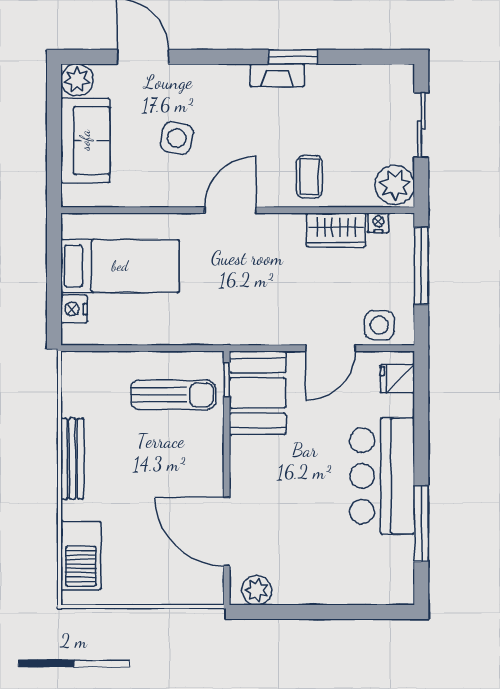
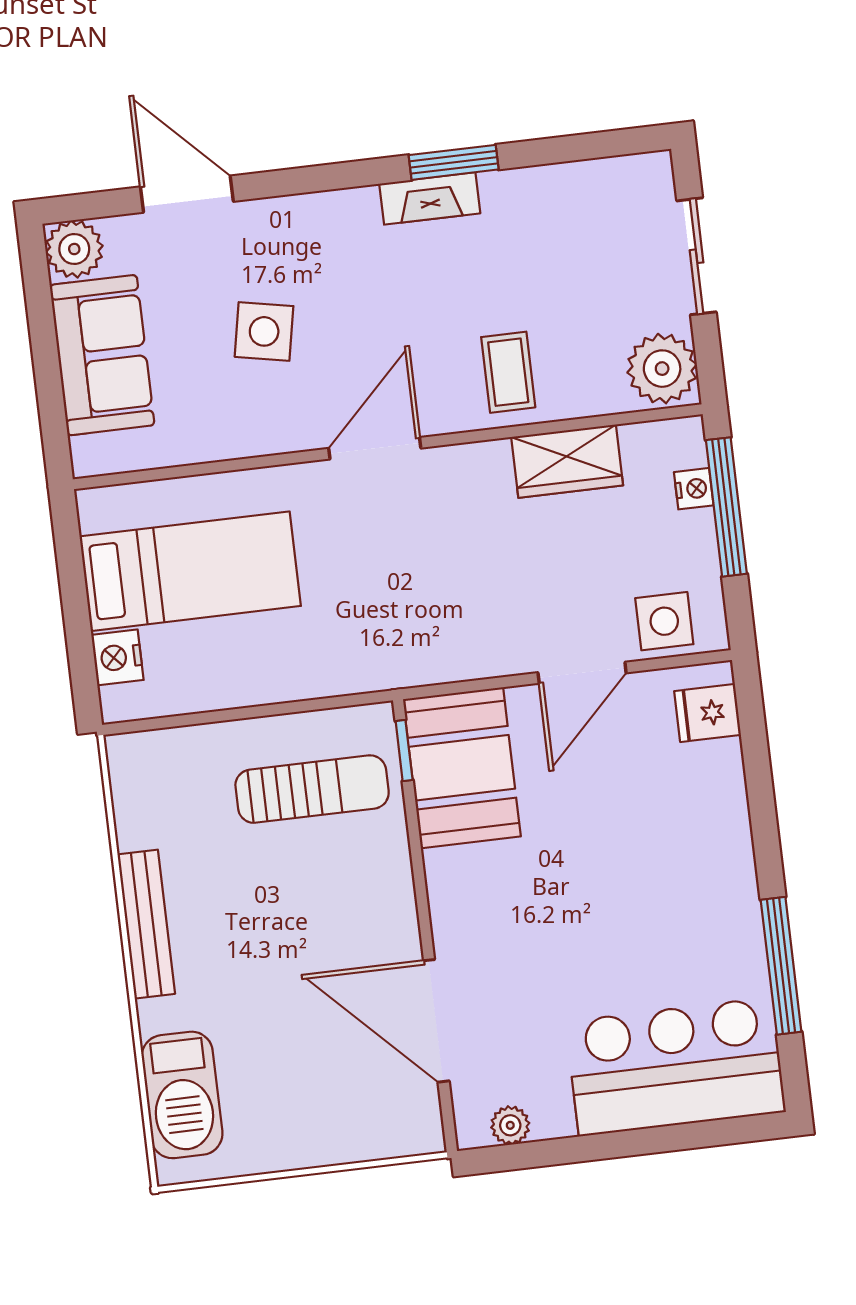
nightstand: (378, 223) -> (694, 489), moved, turned 90
bar counter: (382, 476) -> (676, 1067), moved, turned 90
plant: (257, 590) -> (510, 1125), width x0.73, depth x0.73

